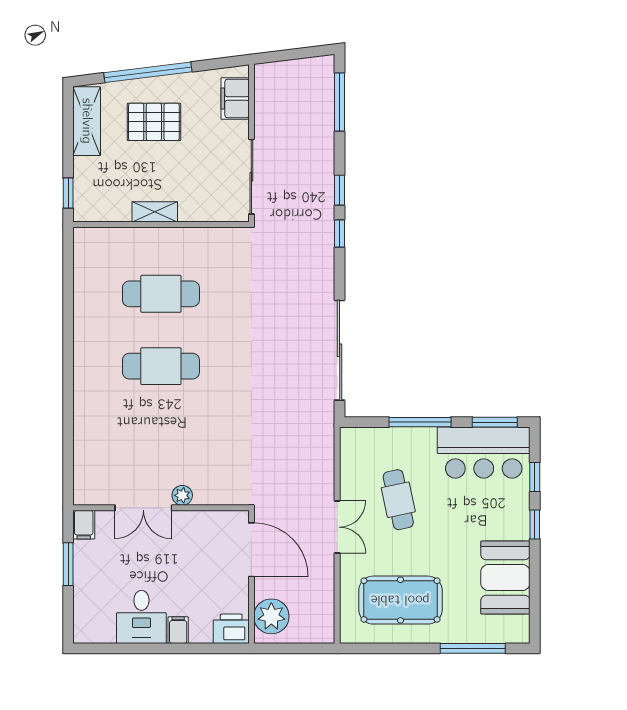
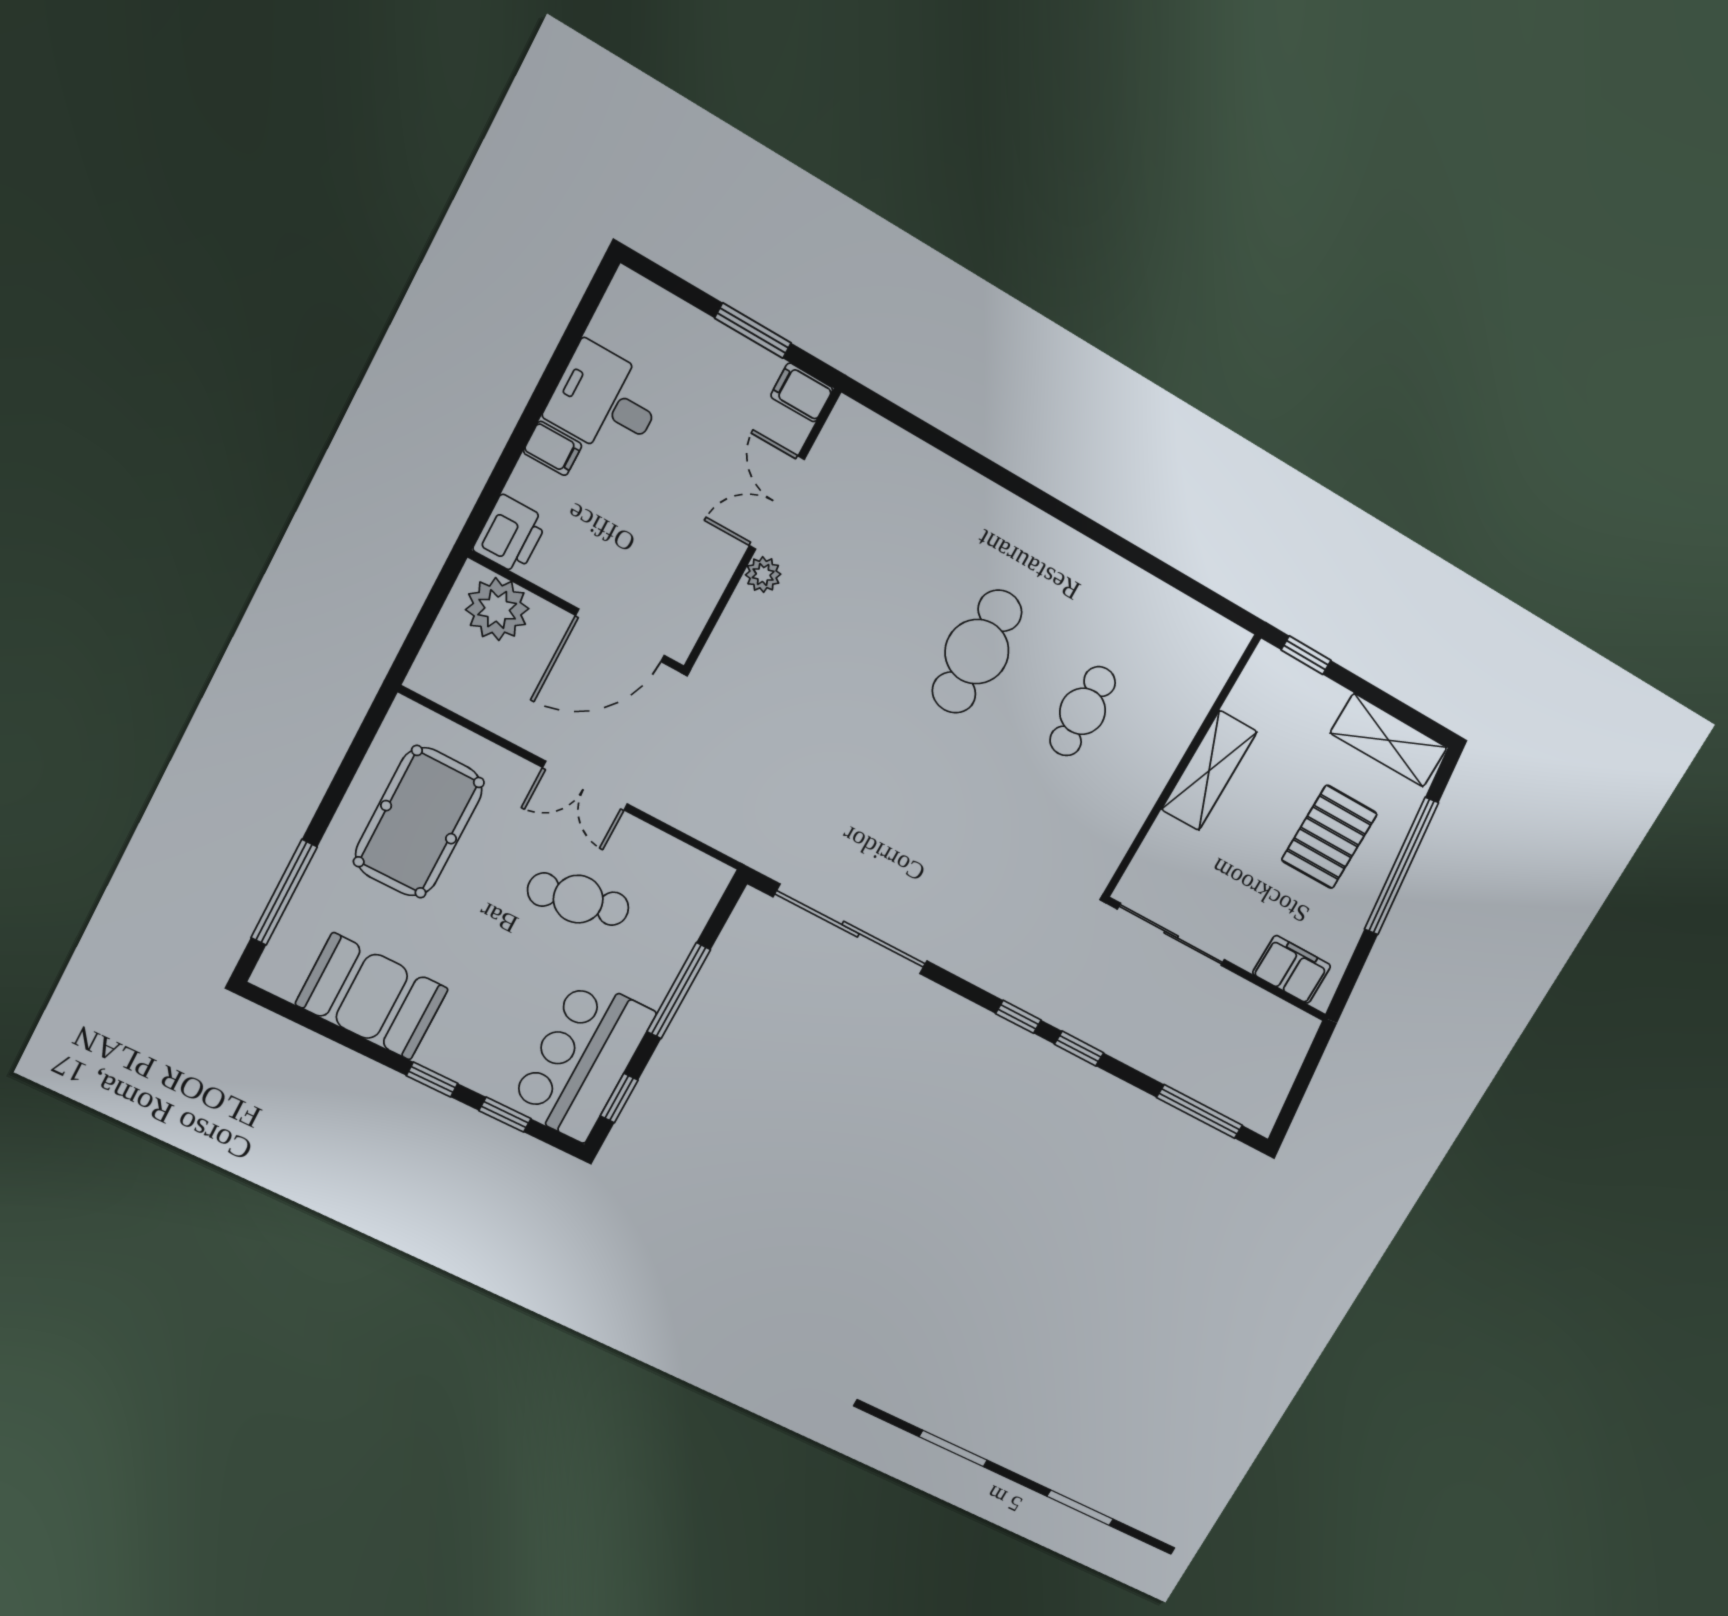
shelving: (155, 212) -> (1209, 771), width x1.50, depth x1.33
cafe table: (161, 294) -> (1083, 711), width x0.73, depth x0.74
window: (495, 422) -> (619, 1098), width x0.67

